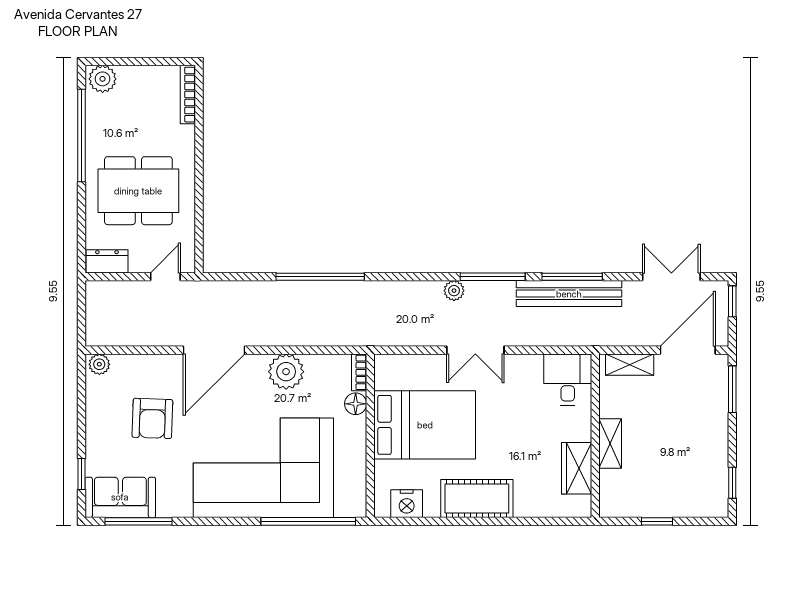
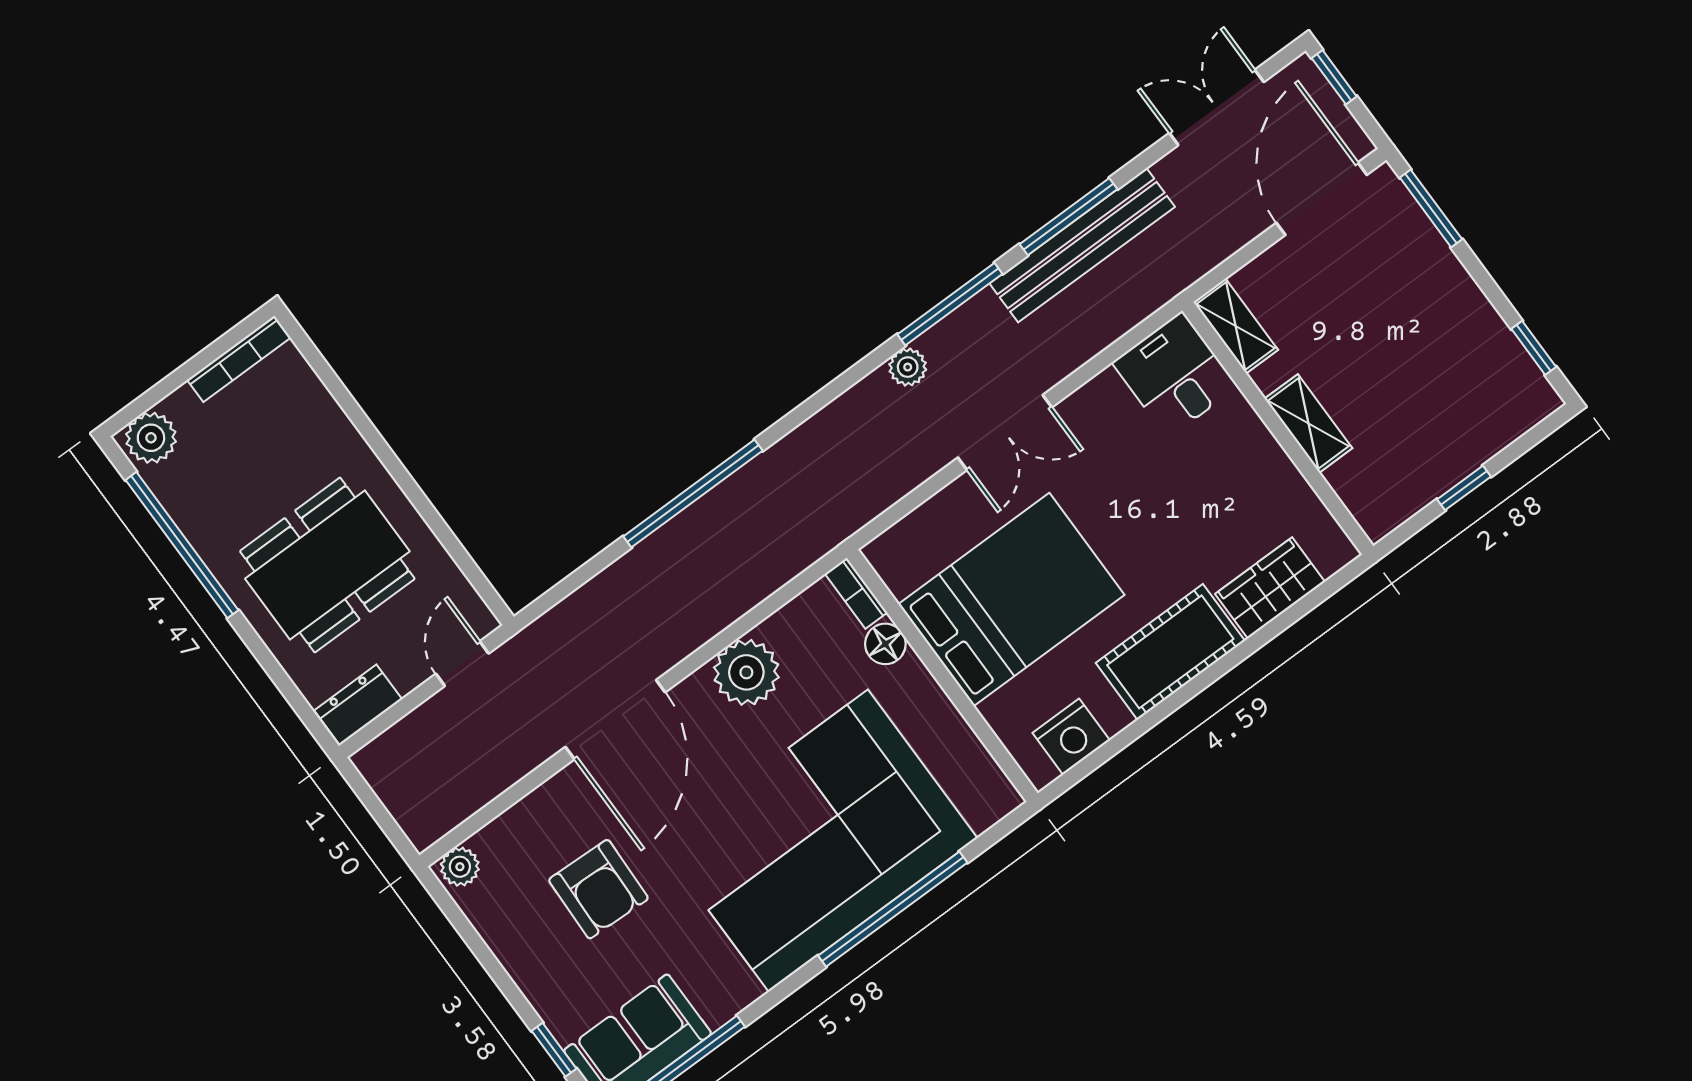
bookcase: (188, 95) -> (239, 359), moved, turned -90
shelving: (630, 365) -> (1236, 326), moved, turned 90
wardrobe: (577, 468) -> (1270, 588), moved, turned 90
window: (308, 521) -> (893, 909), moved

